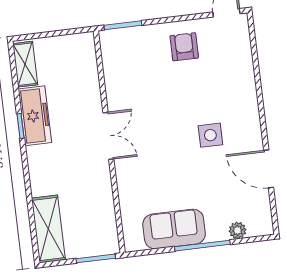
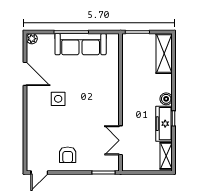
double door: (108, 136) -> (121, 140), moved
boiler: (36, 156) -> (166, 99), added
sofa: (174, 229) -> (81, 44), width x1.36
plant: (238, 230) -> (32, 39), moved

